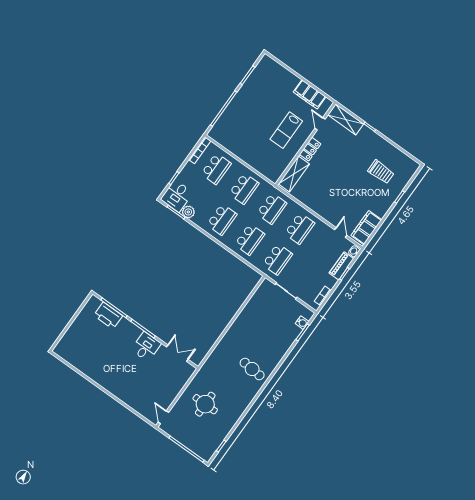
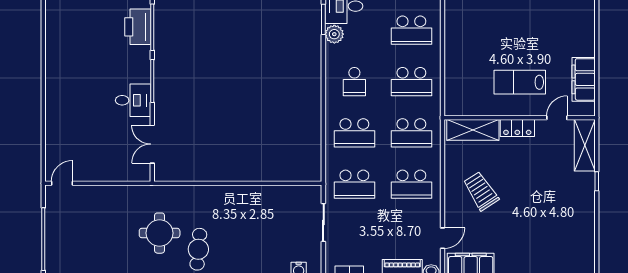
trolley: (381, 172) -> (481, 191), moved, turned 147
school desk: (222, 219) -> (354, 82), width x0.54
double door: (177, 353) -> (152, 144), swing flipped
round table: (205, 404) -> (160, 233), moved

